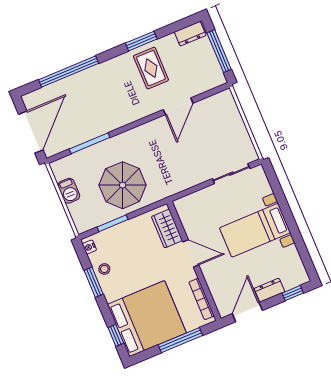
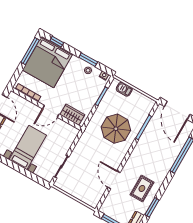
window: (141, 41) -> (152, 207), moved
rug: (151, 68) -> (142, 188), turned 90
parasol: (123, 185) -> (116, 129), moved
barbecue: (69, 191) -> (124, 89), moved
window: (180, 340) -> (30, 51), moved

